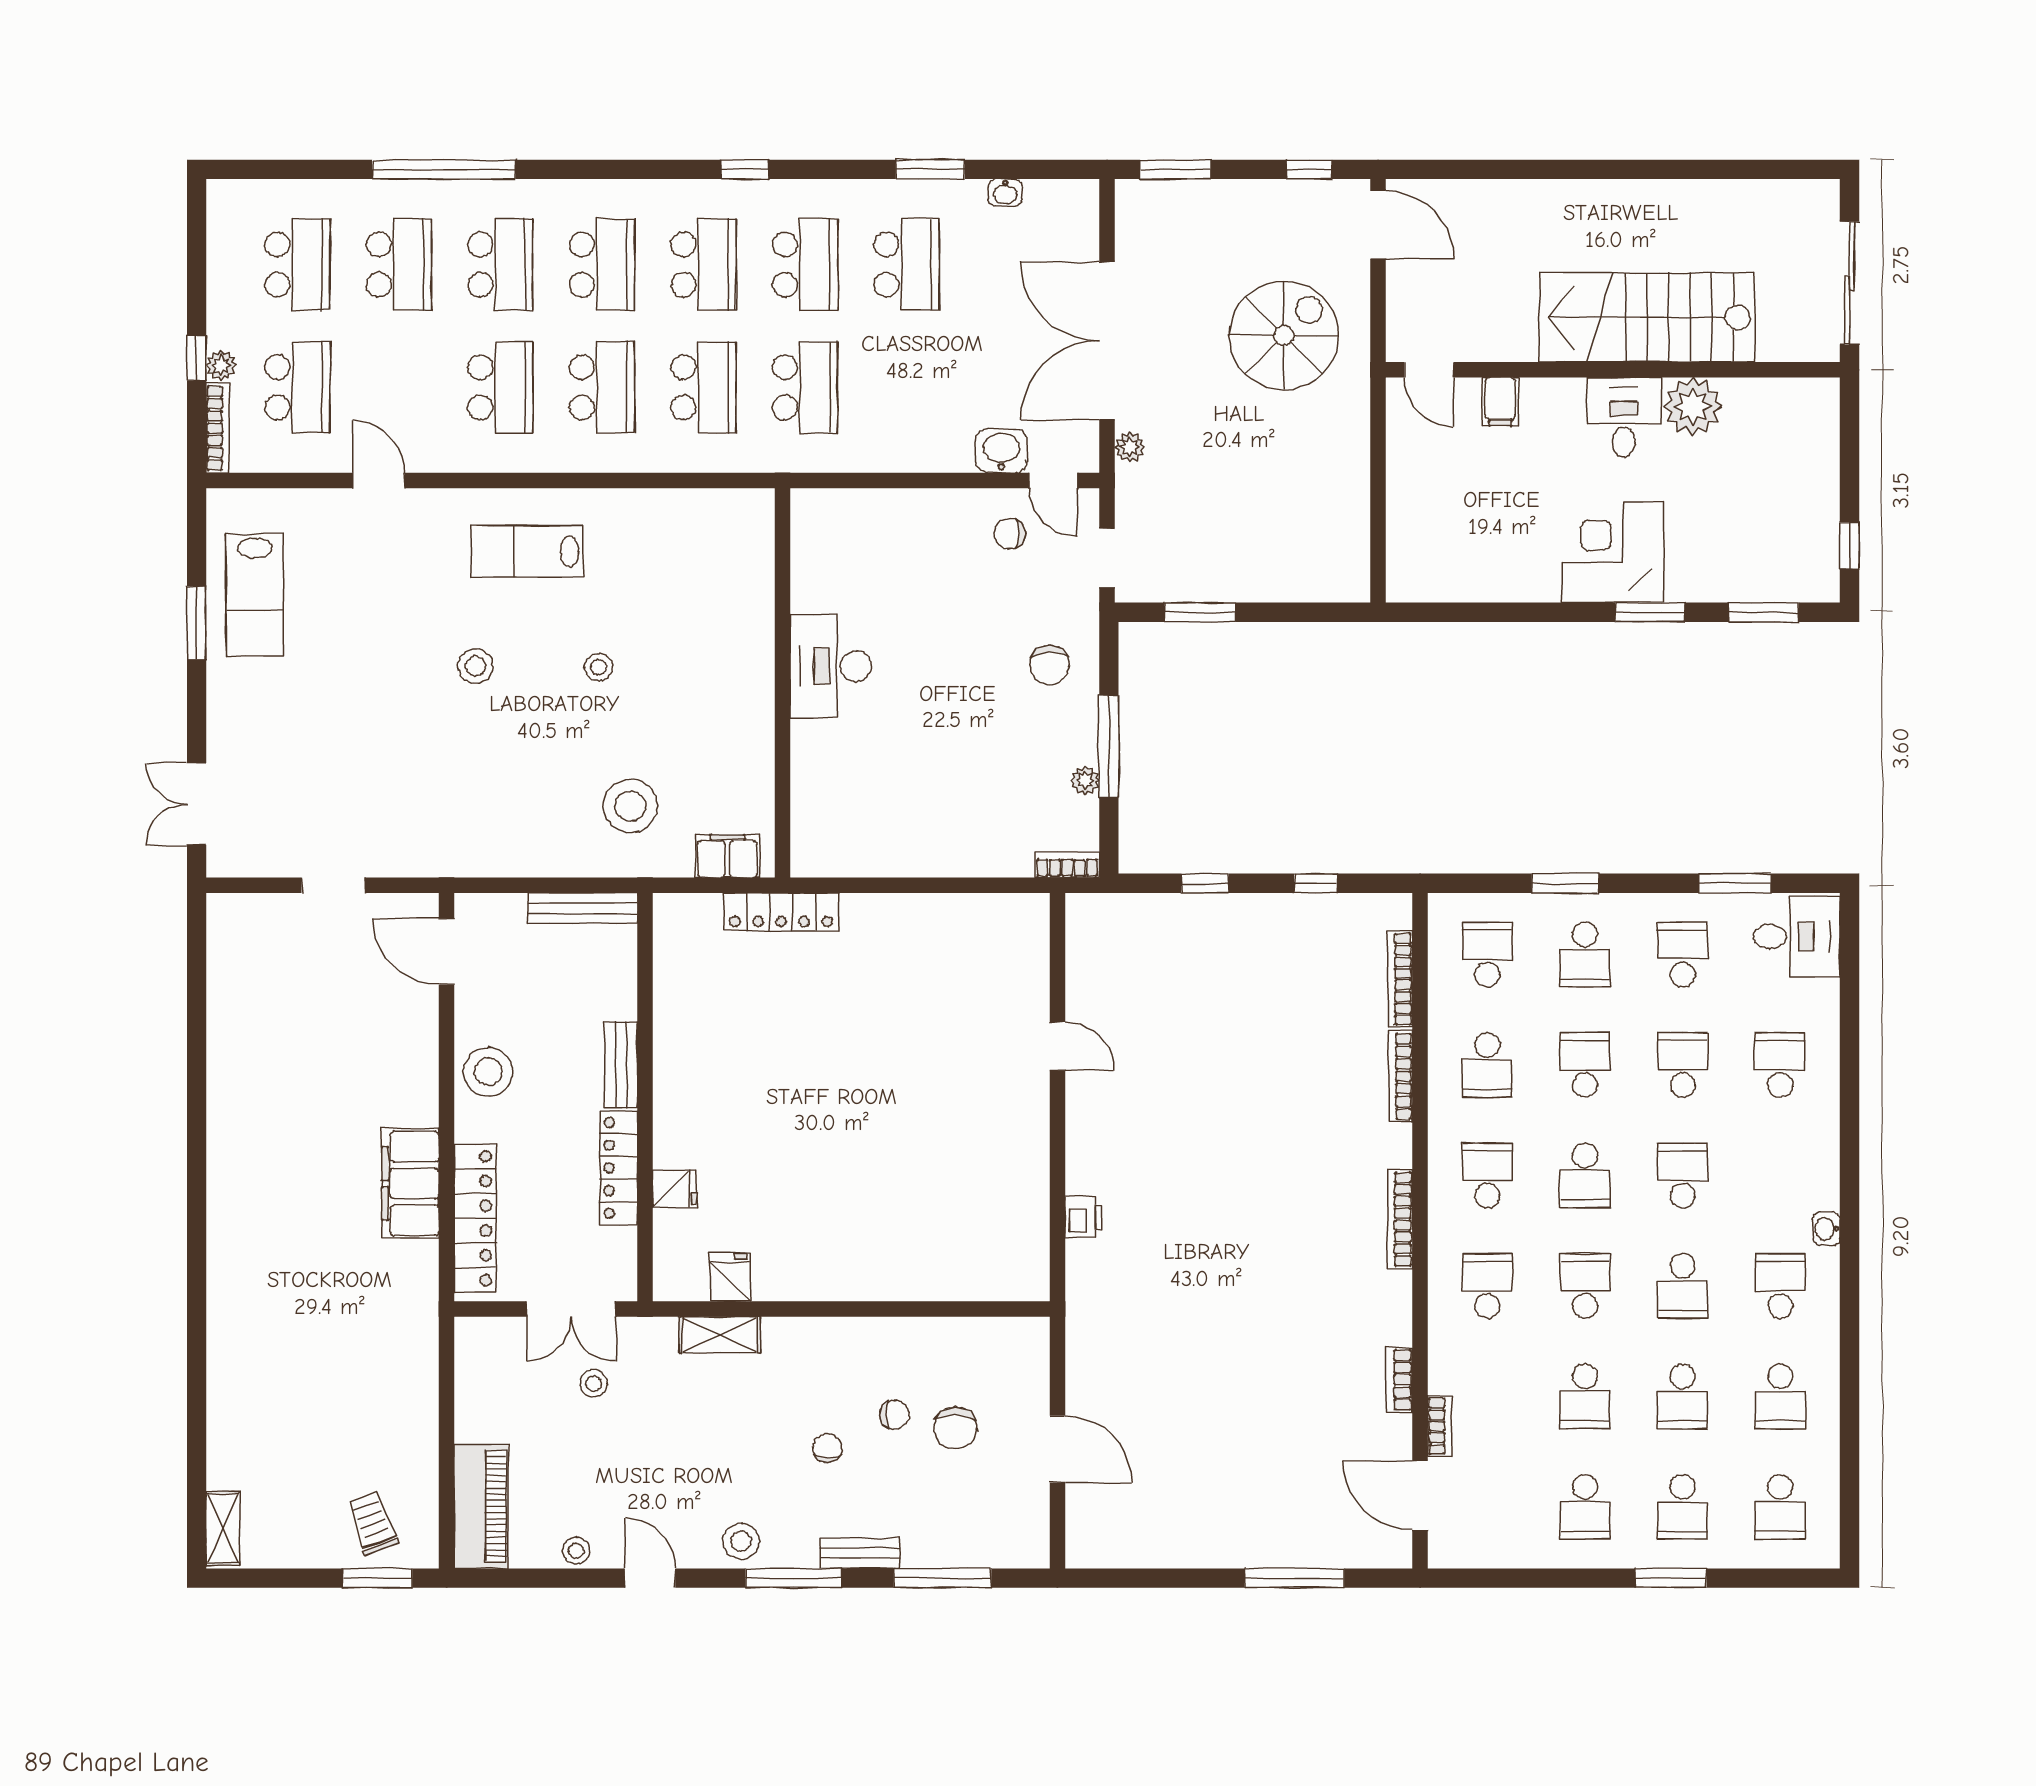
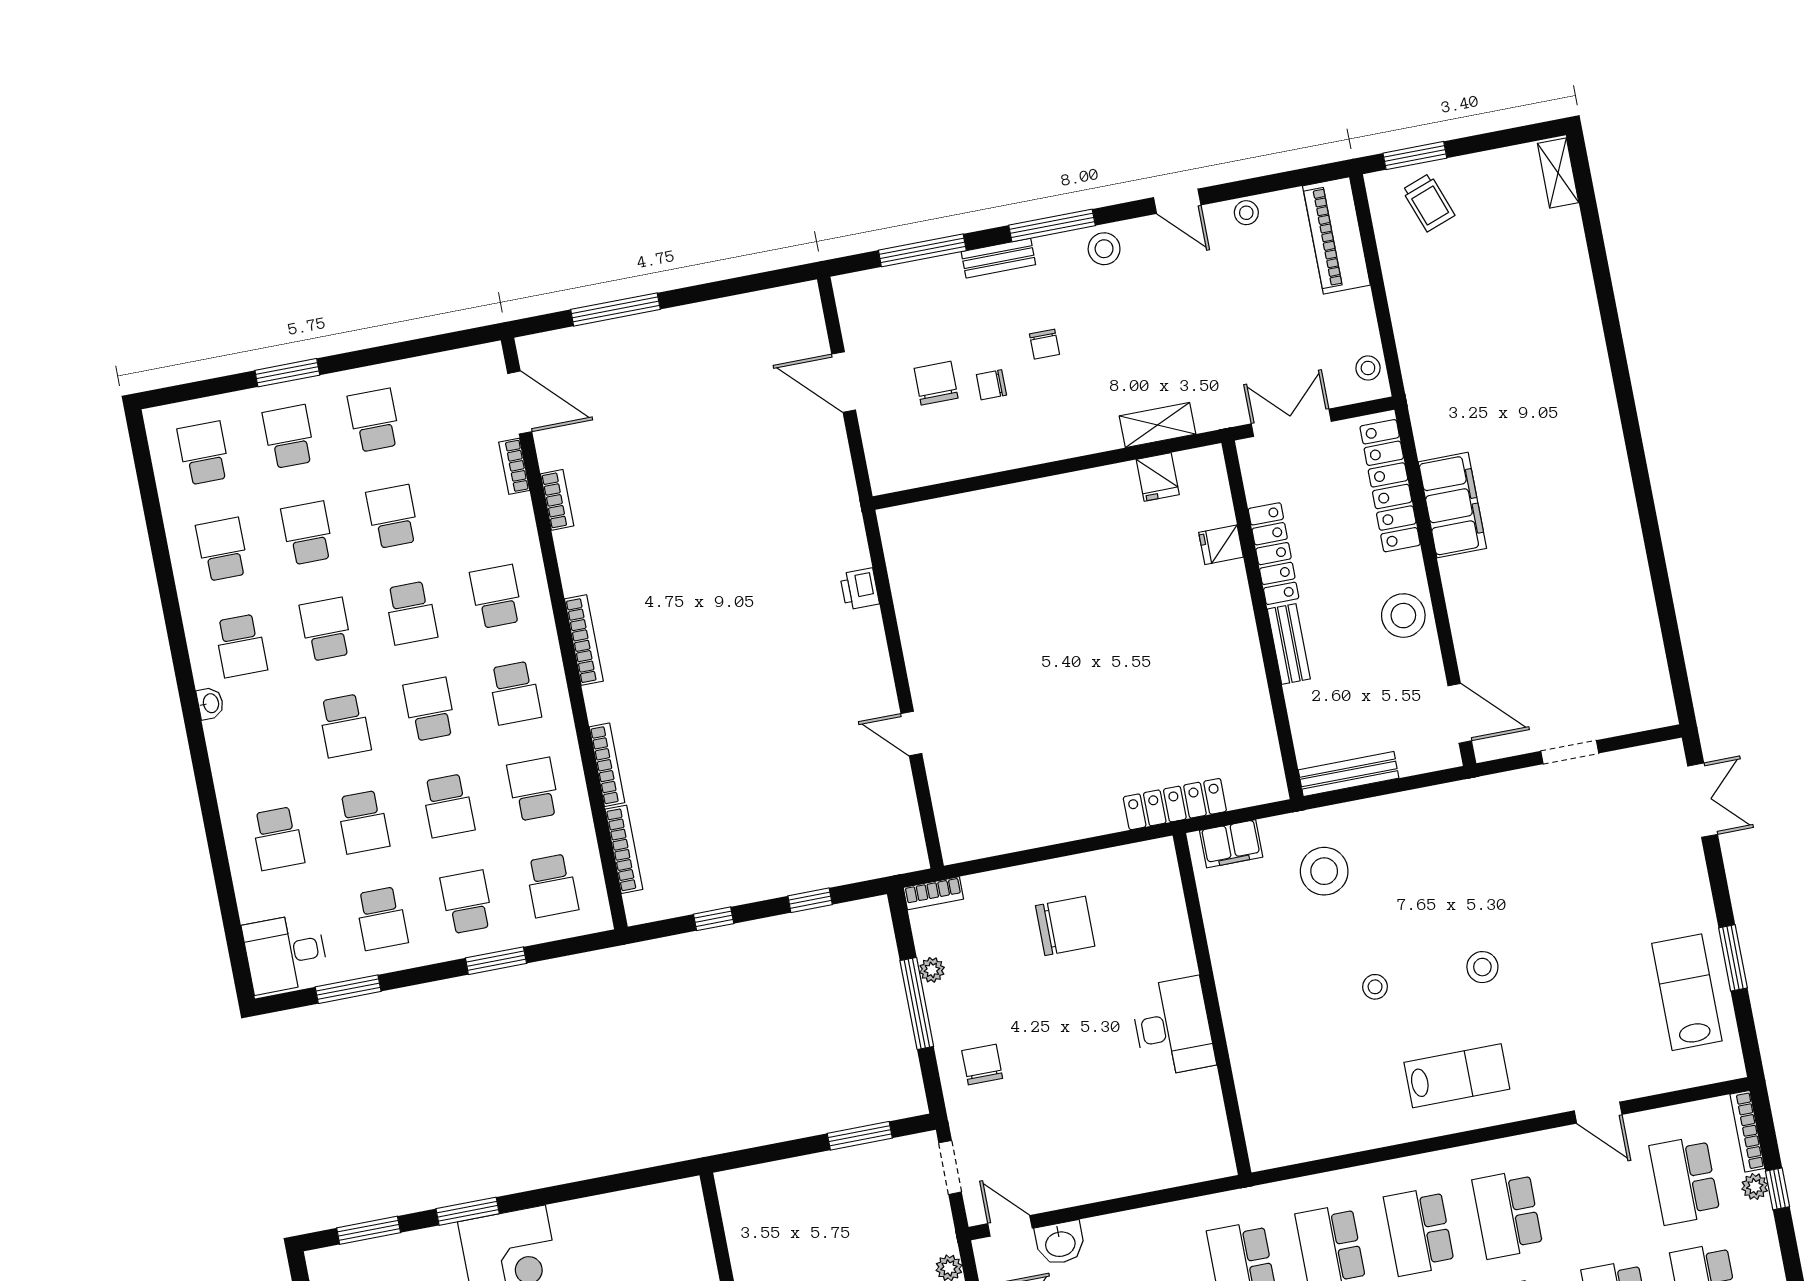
chair: (1010, 534) -> (1065, 926), moved, width x1.87, depth x1.87
school desk: (1487, 1286) -> (496, 597), turned 180
stool: (594, 1383) -> (1368, 368), moved

